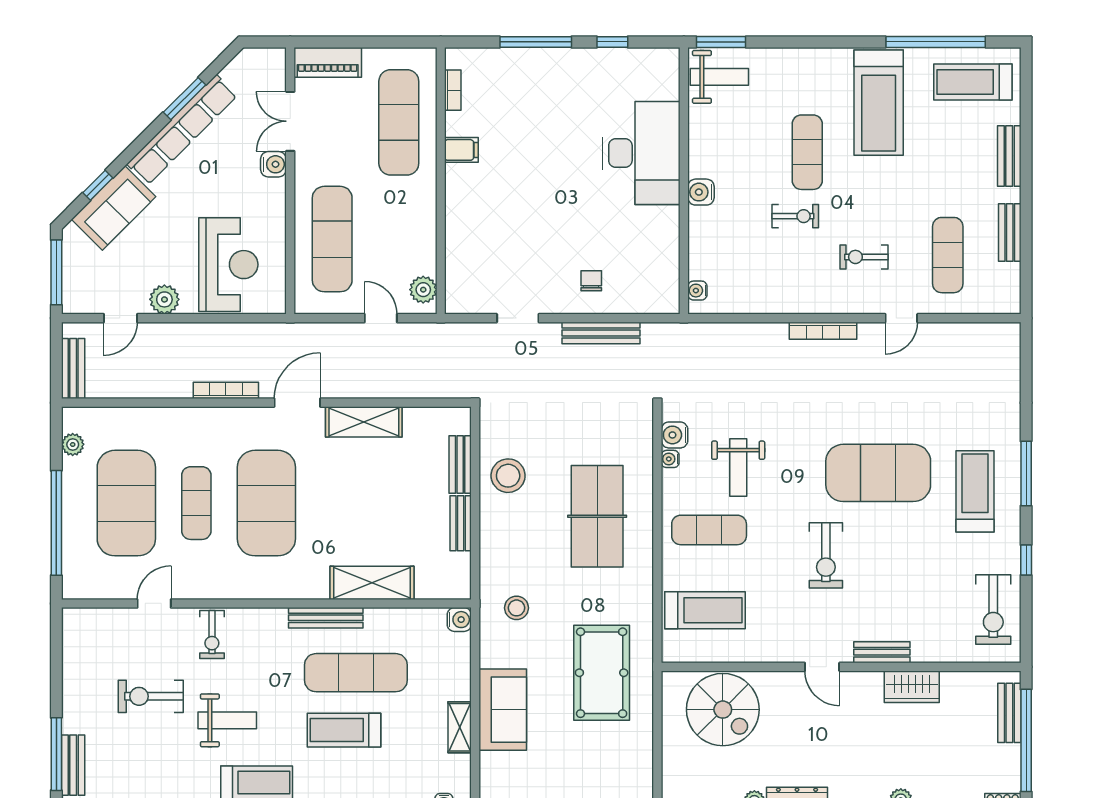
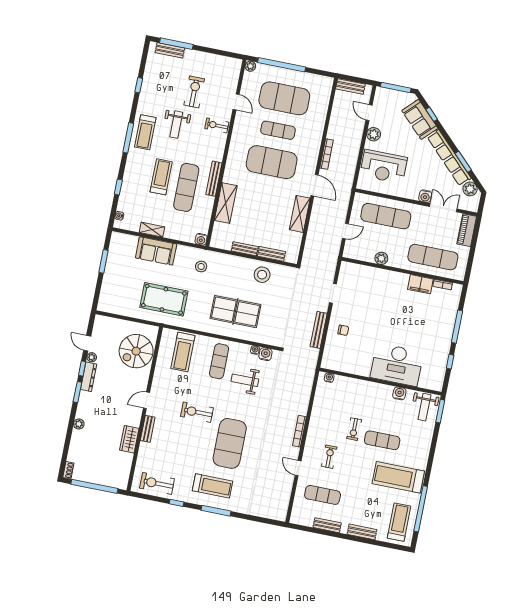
plant: (239, 73) -> (470, 189), added
filing cabinet: (461, 150) -> (420, 284), width x2.00
water cooler: (701, 192) -> (399, 393), moved
plant: (423, 290) -> (381, 258), moved
plant: (73, 444) -> (250, 66), moved
bench: (1009, 713) -> (108, 481), removed

